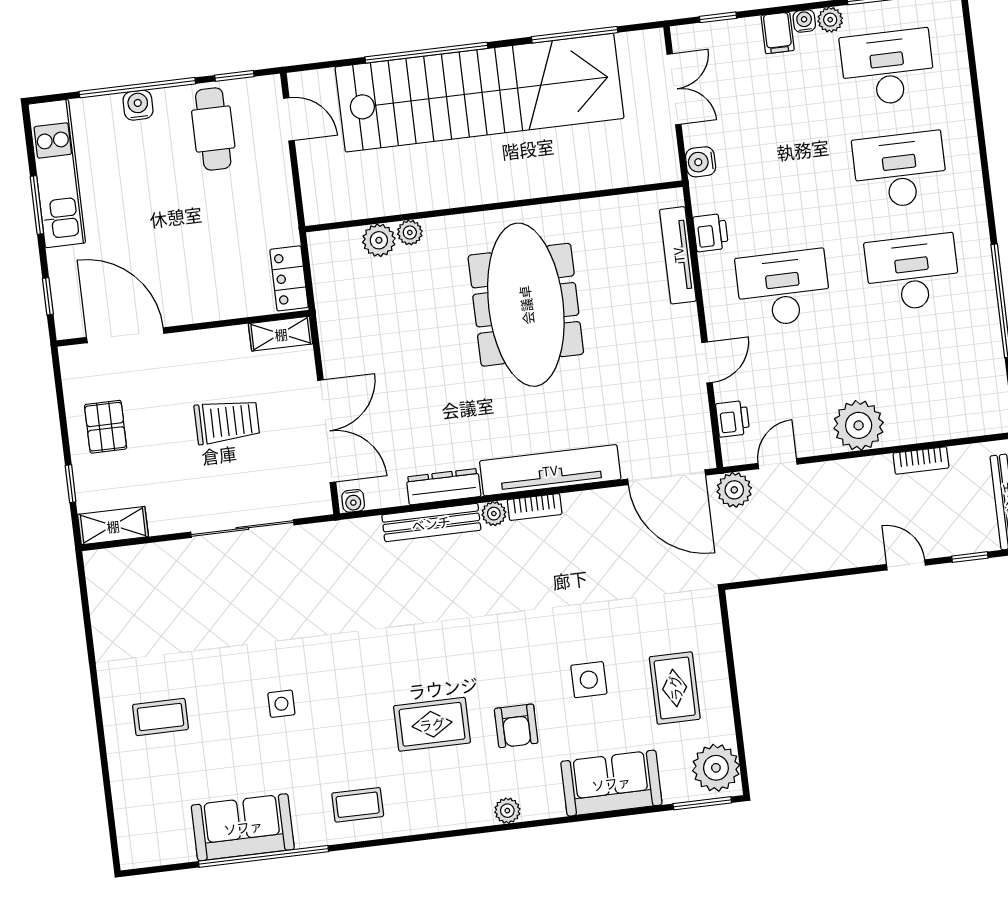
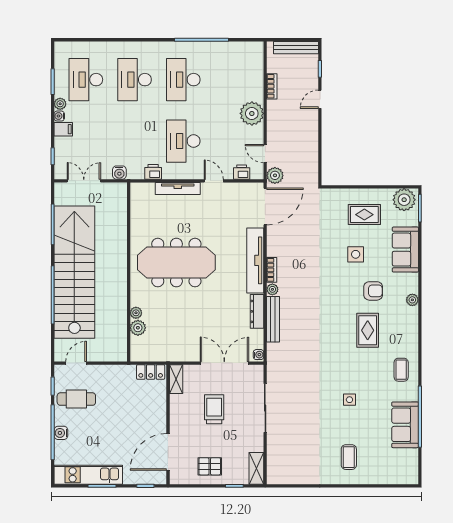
tv unit: (678, 255) -> (178, 189), moved

